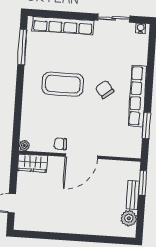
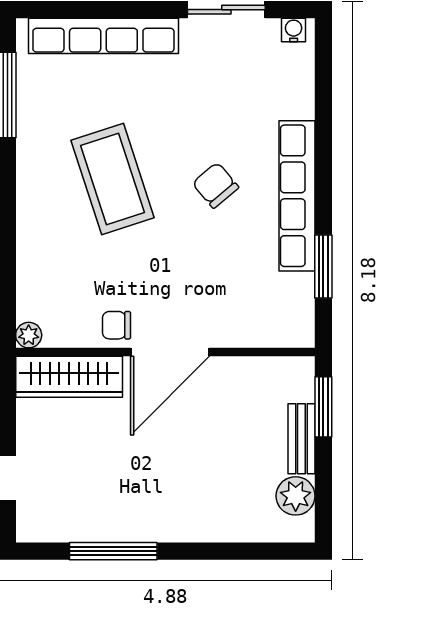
coffee table: (63, 84) -> (113, 179), turned 72
wardrobe: (32, 163) -> (69, 377), width x1.50
window: (53, 236) -> (113, 551), added

